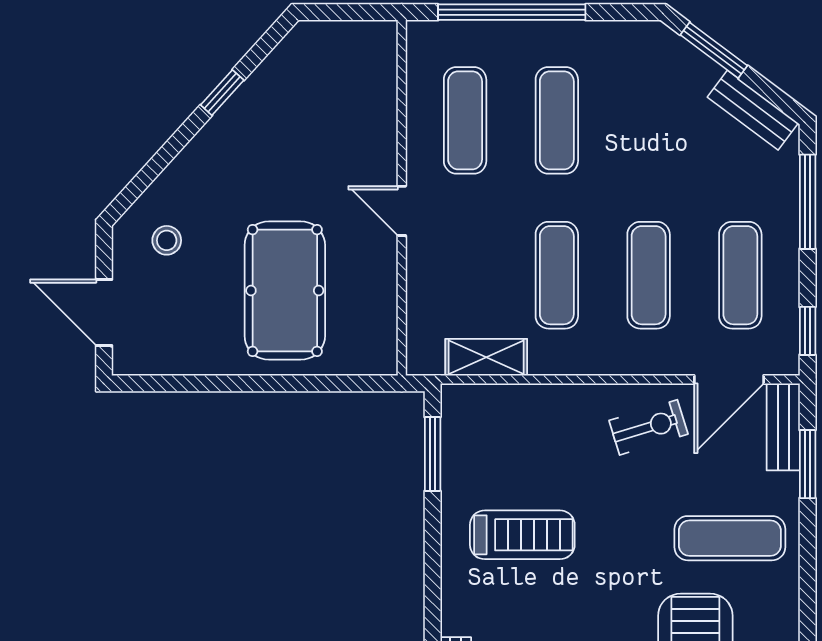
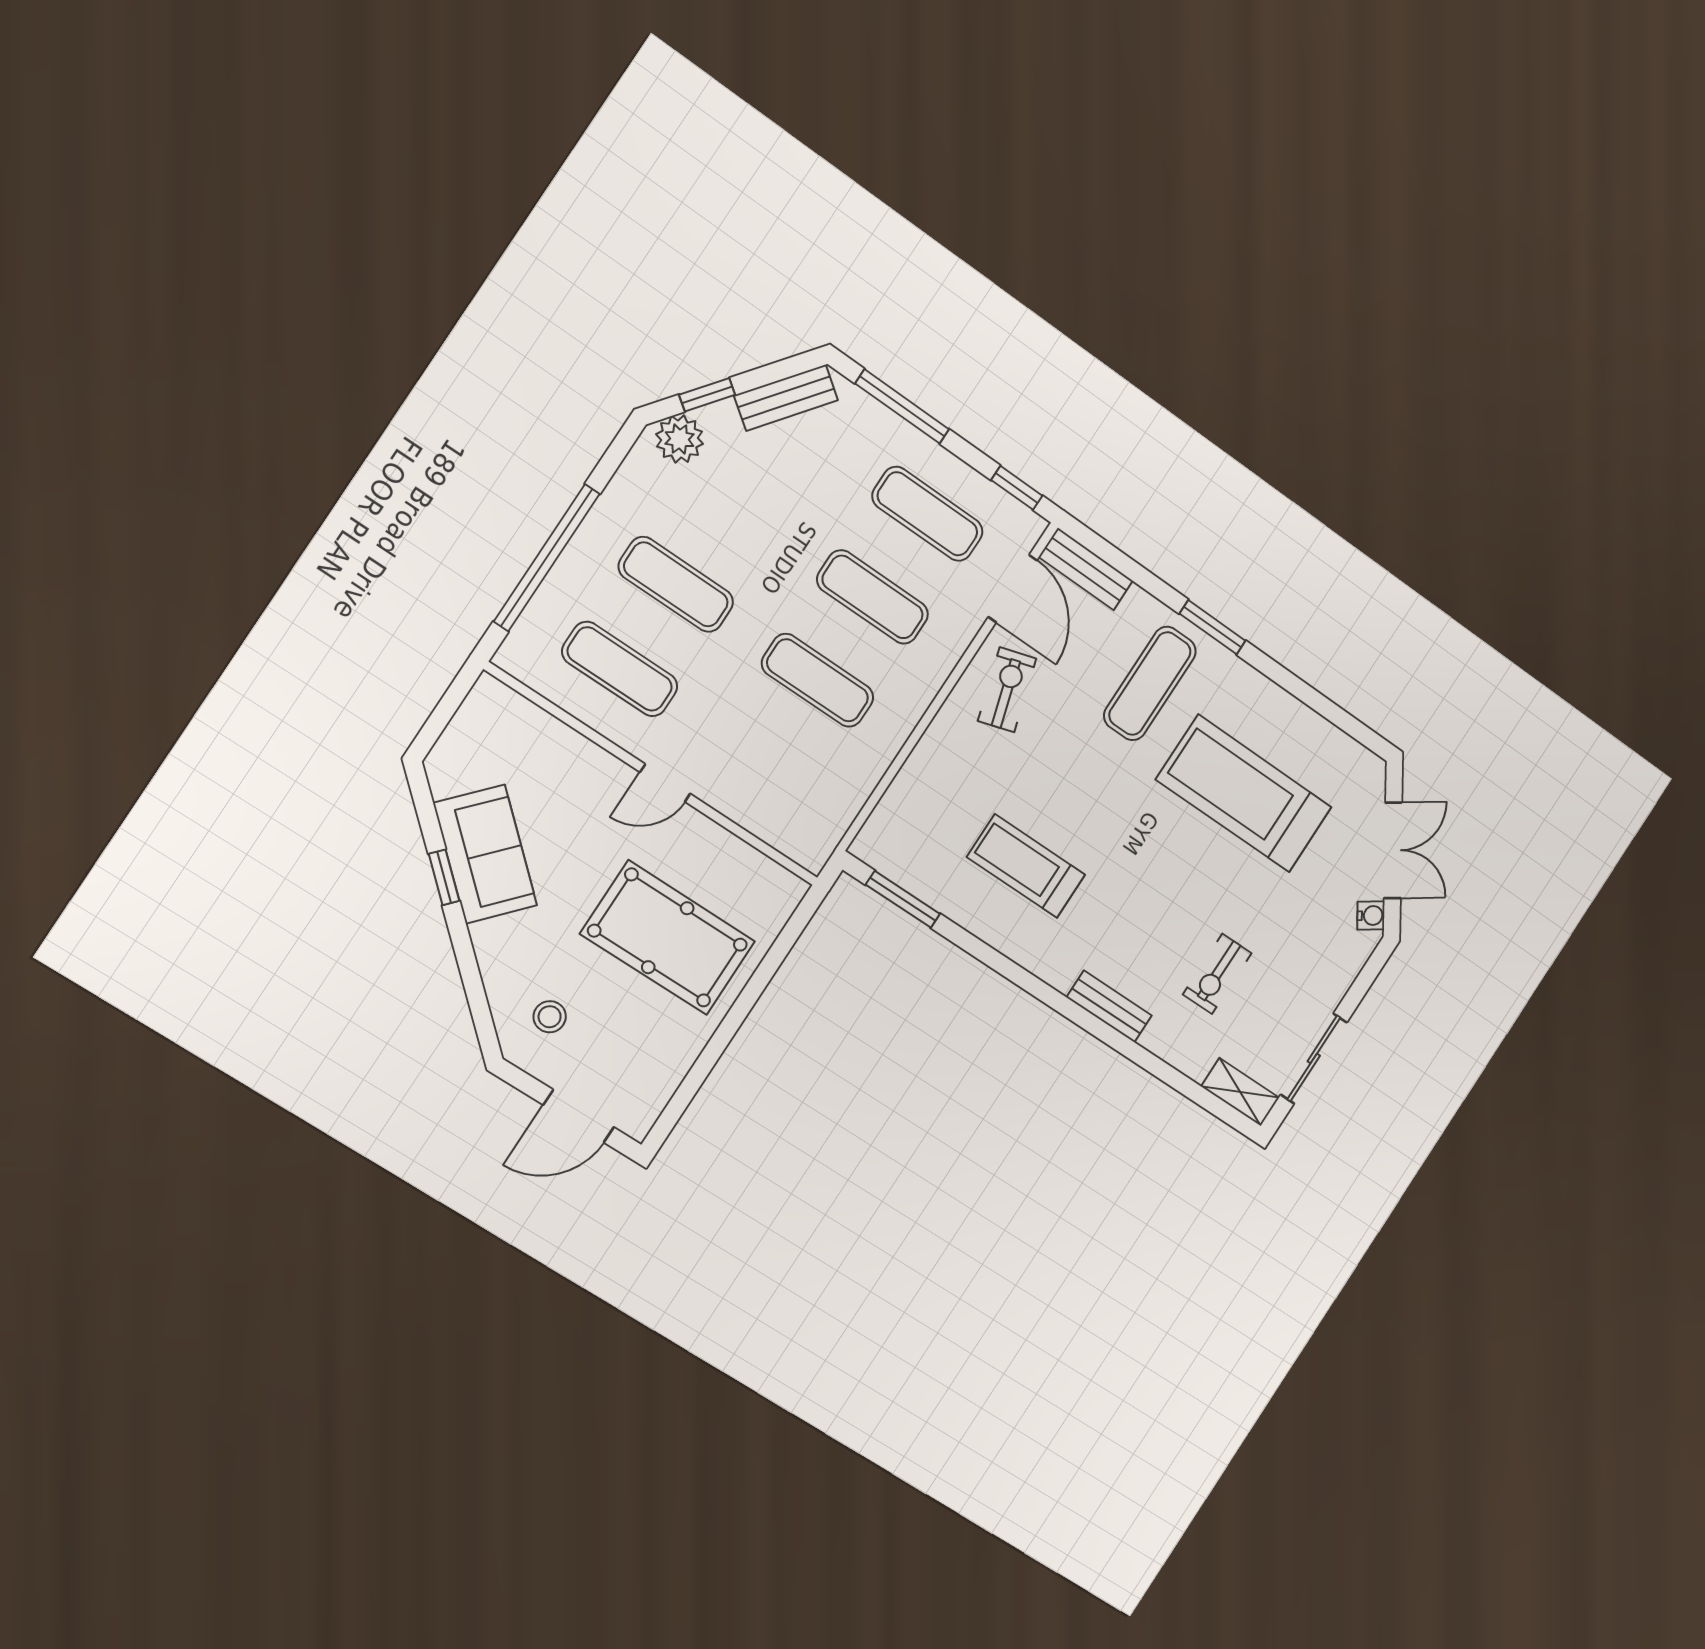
window: (714, 50) -> (707, 395), width x0.67
plant: (667, 52) -> (680, 439), added
sofa: (259, 112) -> (485, 854), added
shelving: (486, 357) -> (849, 794), removed
window: (808, 464) -> (1213, 627), moved
treadmill: (522, 535) -> (1026, 866), turned -90

